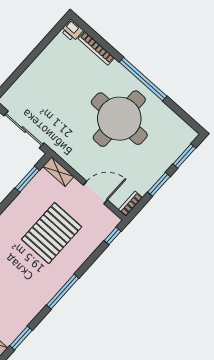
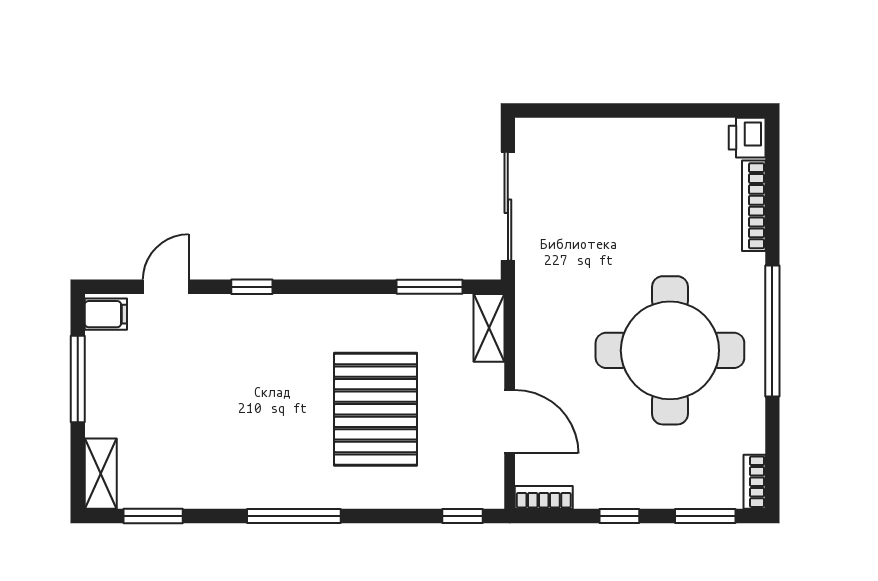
bookcase: (188, 130) -> (754, 482), added
window: (159, 184) -> (619, 516), width x0.67
pallet: (52, 233) -> (376, 409), turned 90

